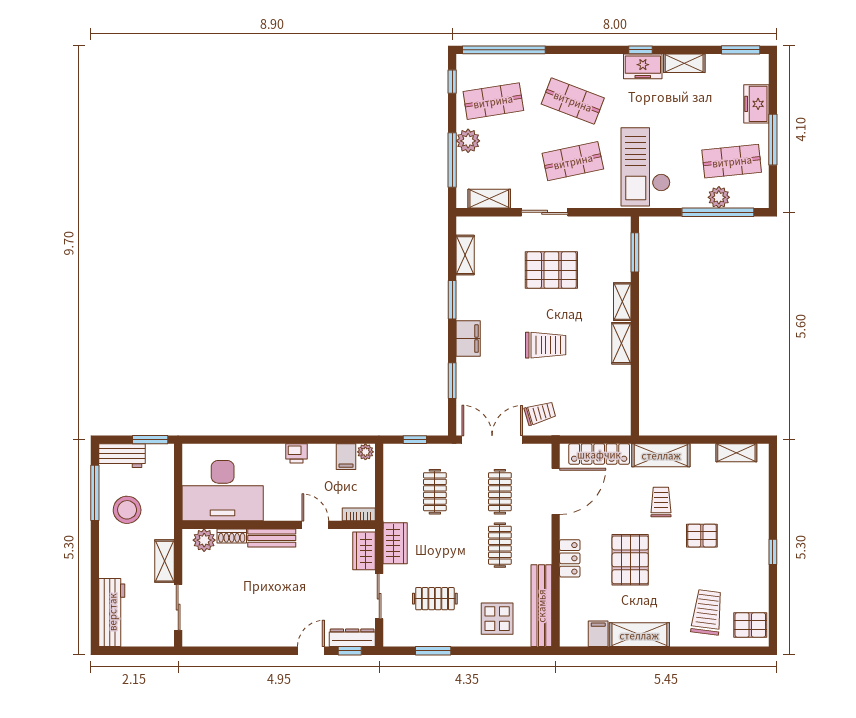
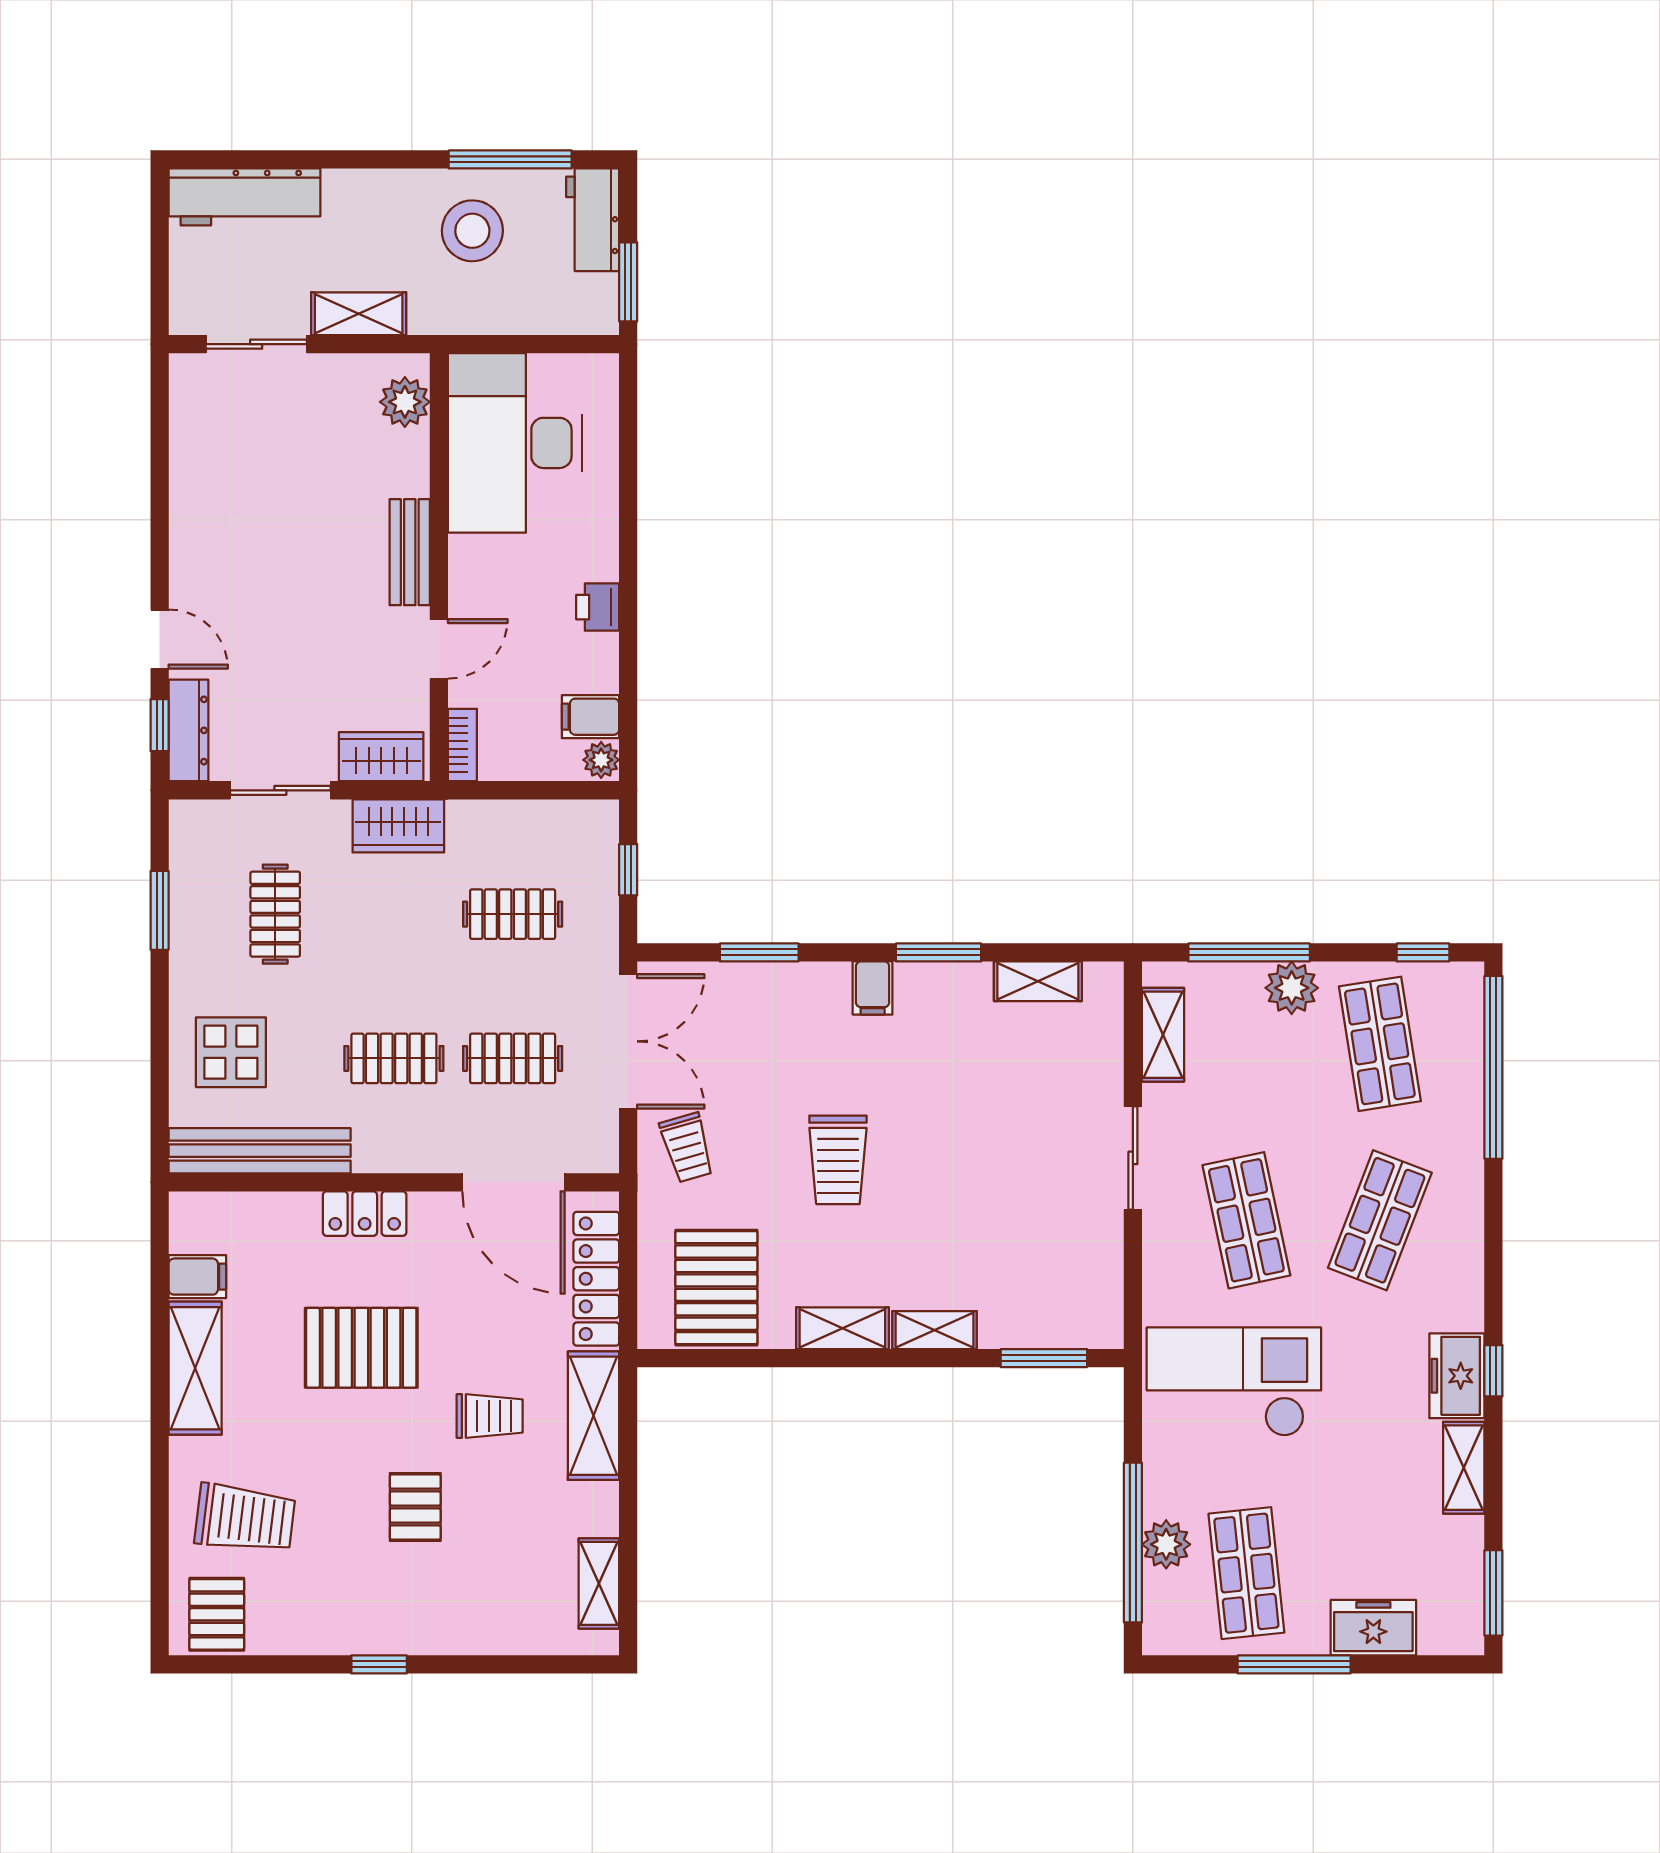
pallet: (551, 270) -> (716, 1288), moved
filing cabinet: (468, 339) -> (873, 988), width x0.50
shoe rack: (232, 536) -> (414, 463), removed

